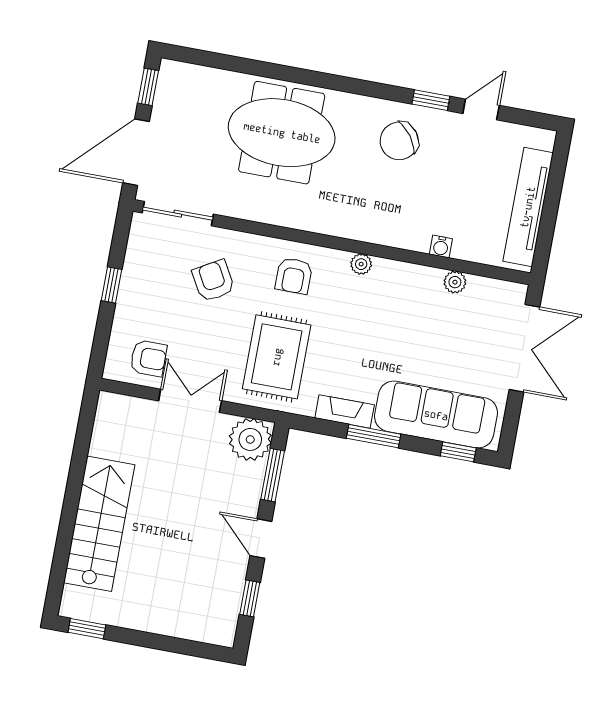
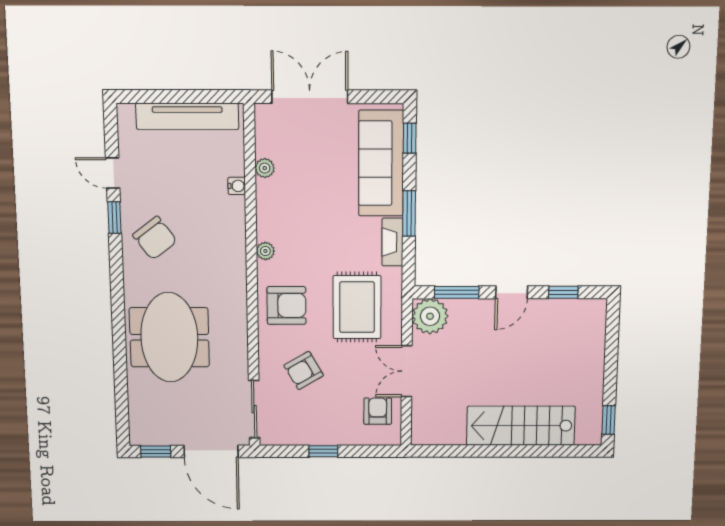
armchair: (294, 276) -> (286, 305), width x1.38, depth x1.38
rug: (277, 357) -> (357, 307), turned 90

